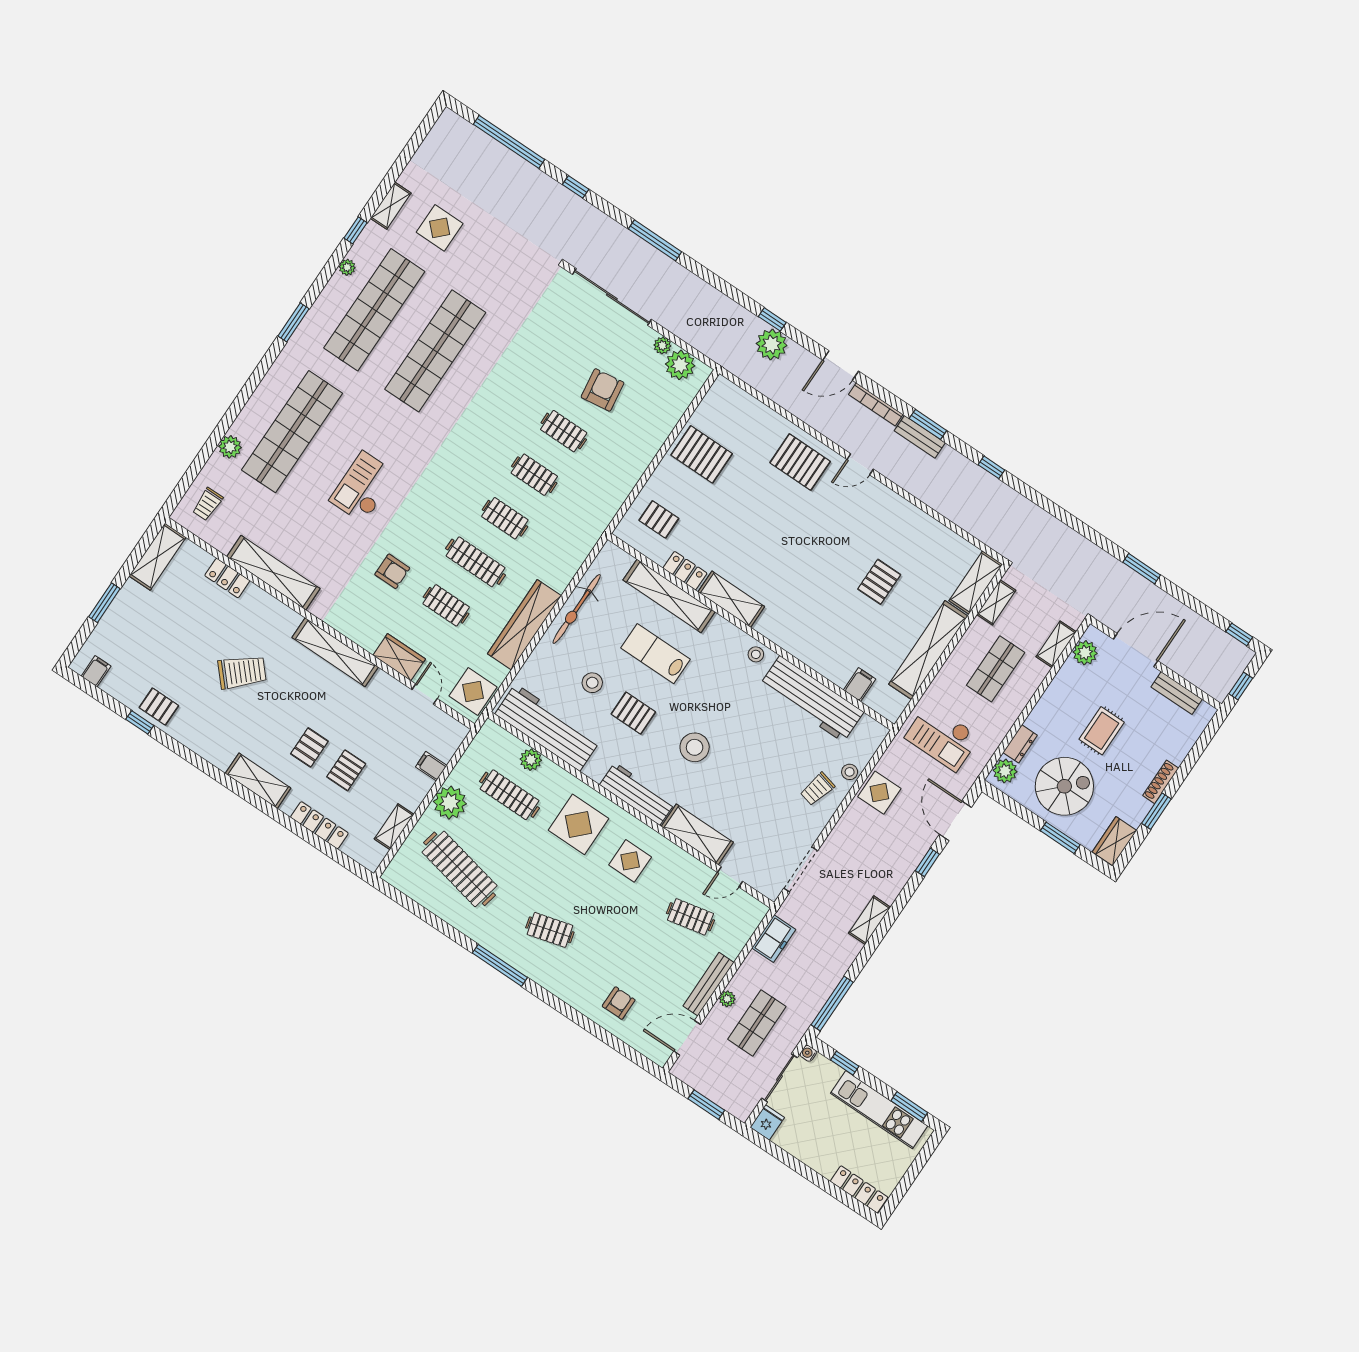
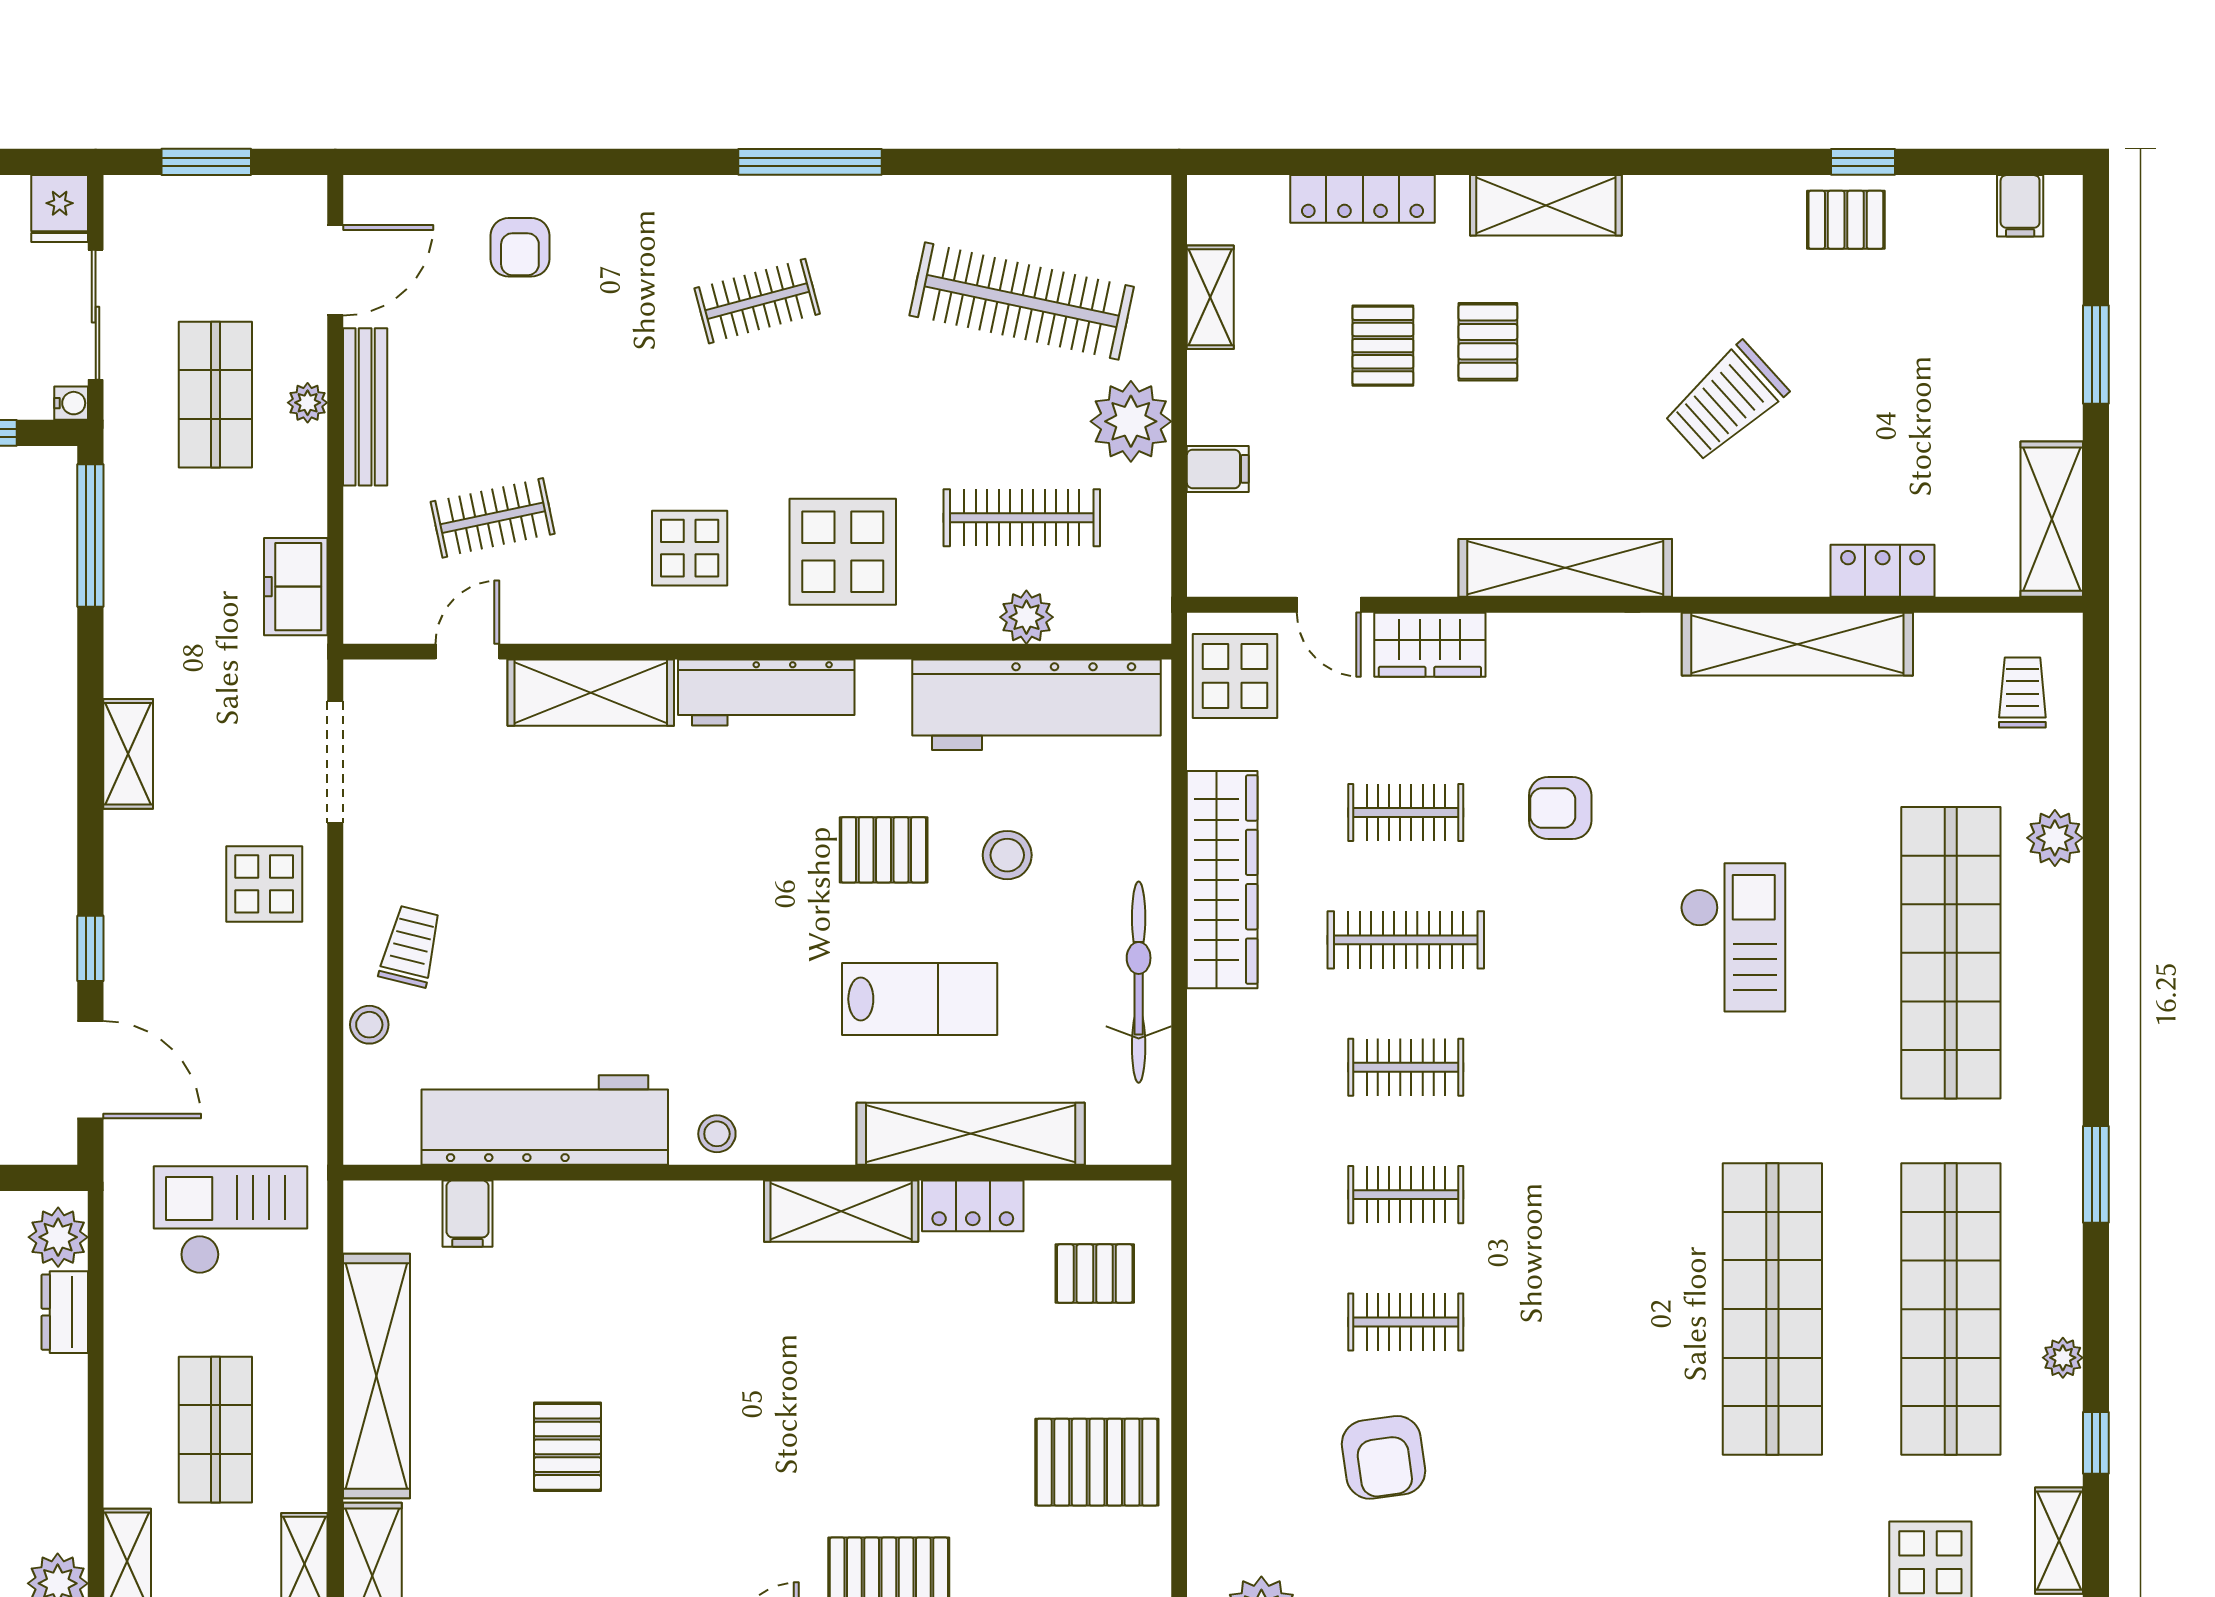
stool: (695, 747) -> (714, 864), removed
display table: (879, 793) -> (264, 884), moved

